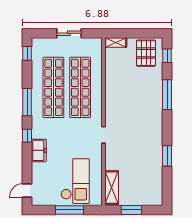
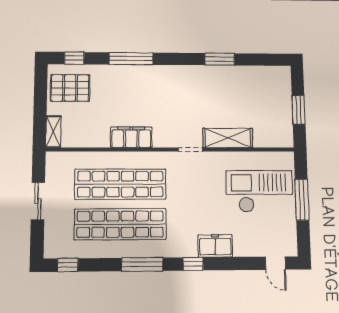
filing cabinet: (112, 95) -> (131, 137), added
shelving: (112, 188) -> (228, 138), moved

